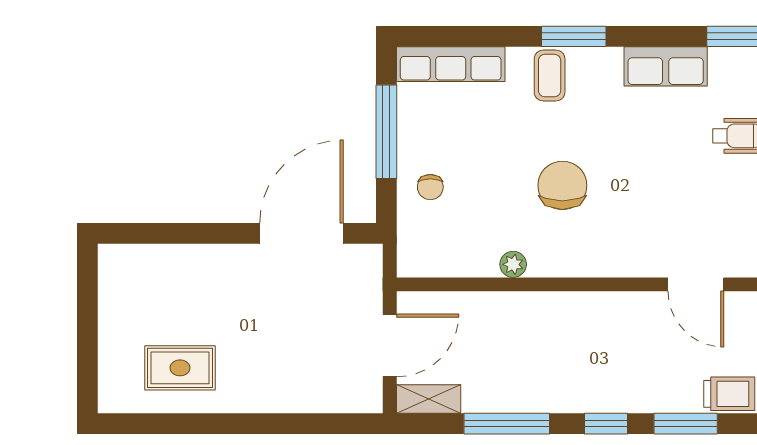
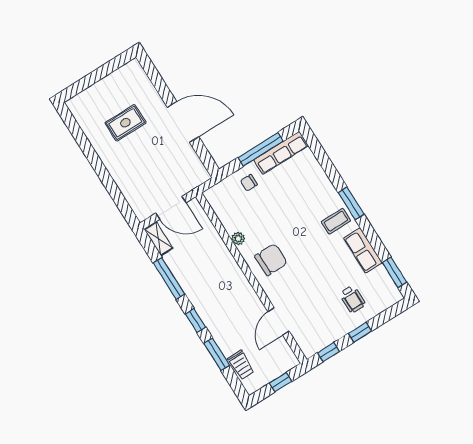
row of seats: (451, 64) -> (281, 153), moved, turned -90
coffee table: (550, 76) -> (336, 221), moved
chair: (562, 185) -> (271, 260), moved
door: (302, 233) -> (183, 122), moved
rug: (180, 368) -> (125, 123), moved, turned 90

